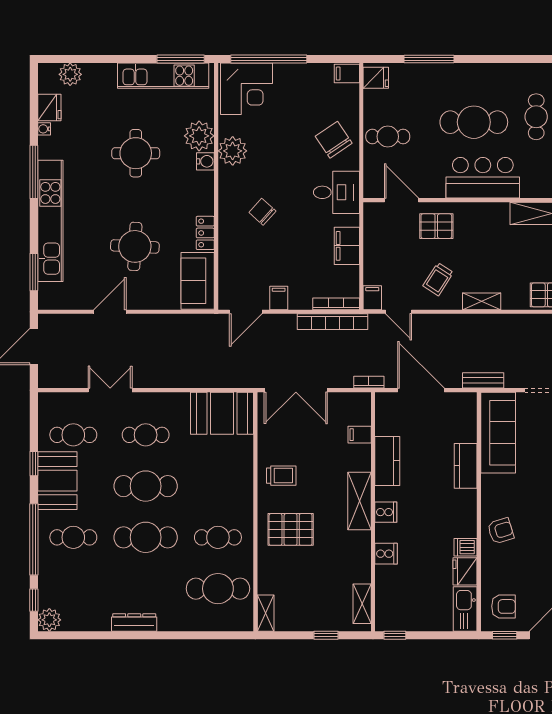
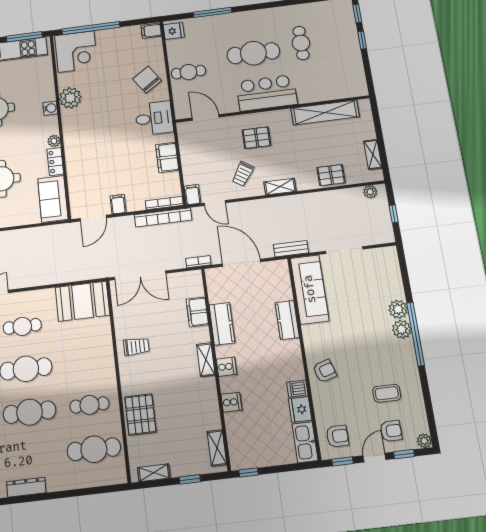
plant: (199, 136) -> (54, 141), moved, width x0.53, depth x0.53
chair: (262, 212) -> (98, 140), removed
pallet: (436, 226) -> (256, 138), moved
filing cabinet: (360, 435) -> (197, 312), width x2.00
shelving: (359, 501) -> (206, 360), width x0.67, depth x0.75
pallet: (291, 529) -> (140, 414), moved, turned 90
shelving: (266, 613) -> (154, 473), moved, turned 90

